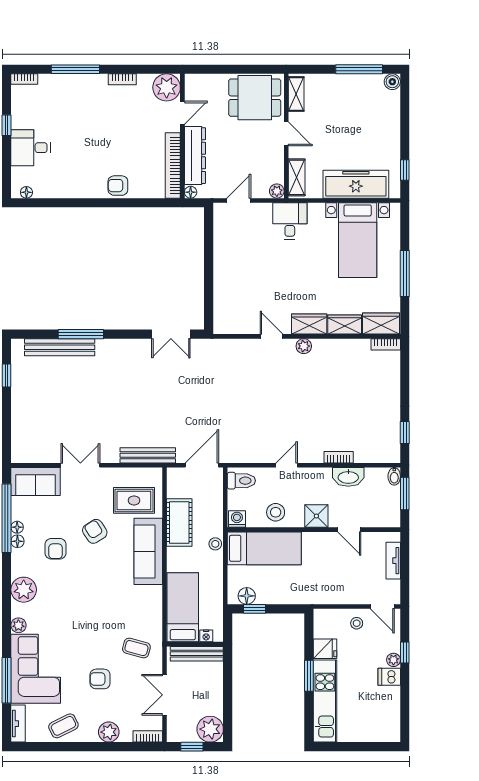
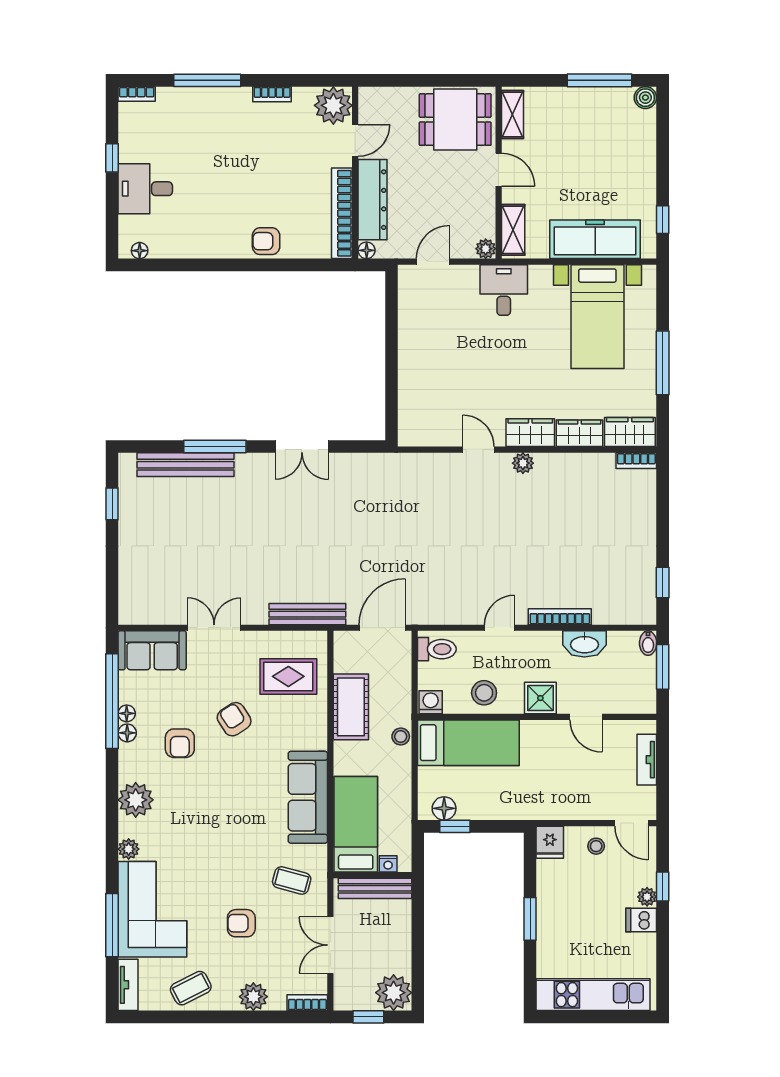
double door: (171, 334) -> (302, 446), moved
bookcase: (339, 457) -> (560, 617), width x1.56
sofa: (148, 551) -> (308, 797), moved
fridge: (325, 649) -> (550, 842), moved, turned 90
kitchen unit: (325, 701) -> (593, 995), moved, turned -90

